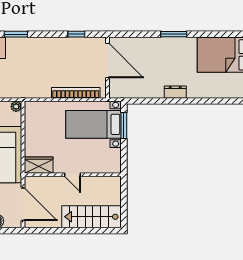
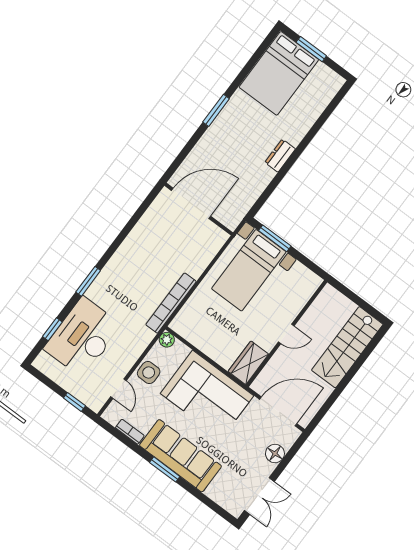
window: (76, 34) -> (137, 216), removed
bookcase: (76, 93) -> (171, 303), moved

